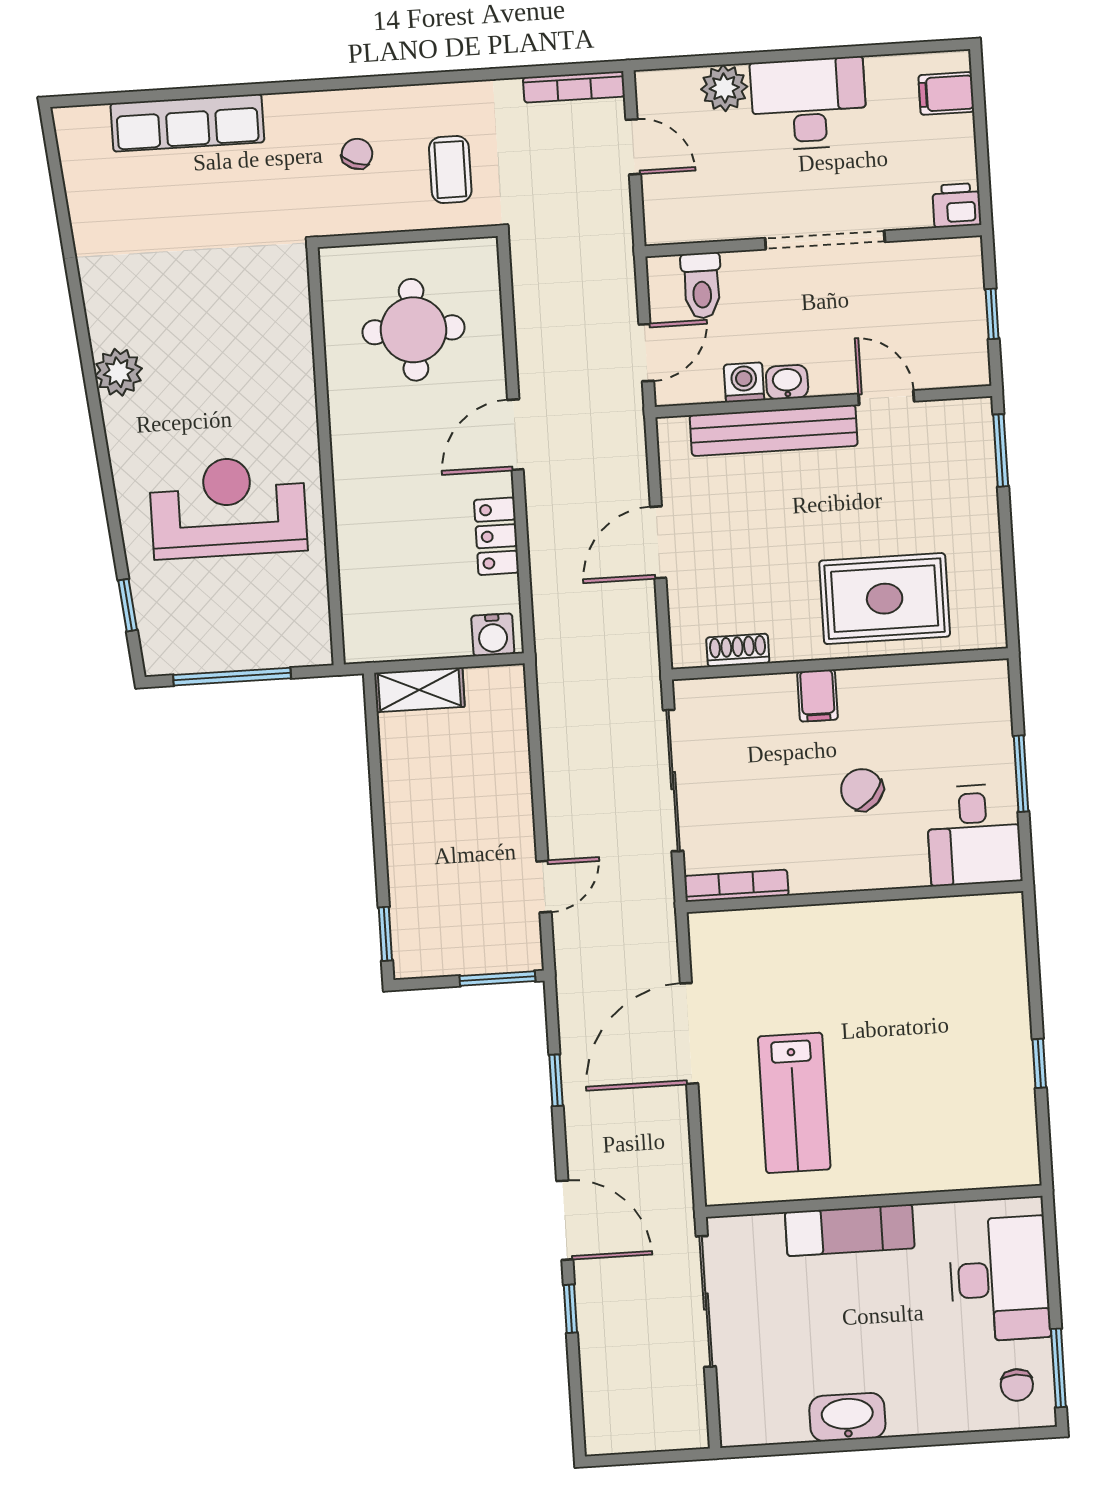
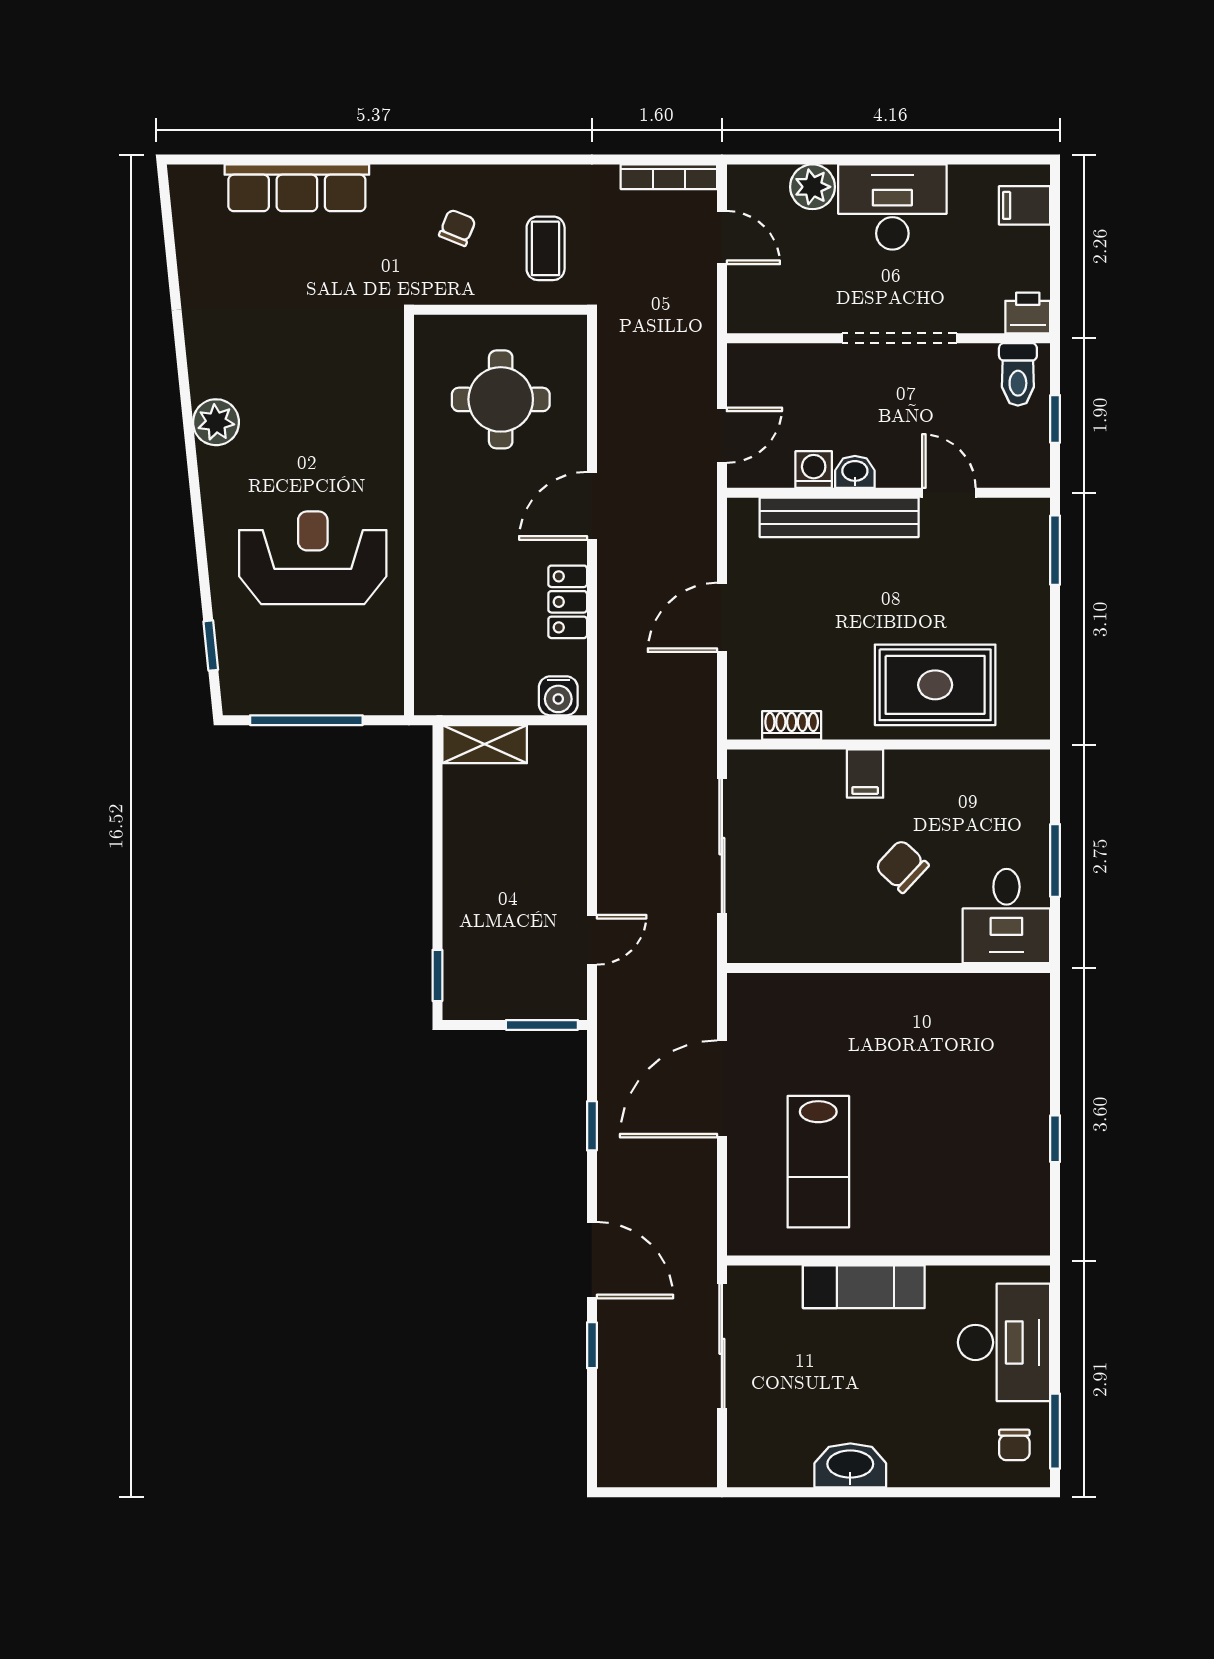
toilet: (702, 286) -> (1018, 374), moved
bookcase: (736, 886) -> (776, 951), removed

